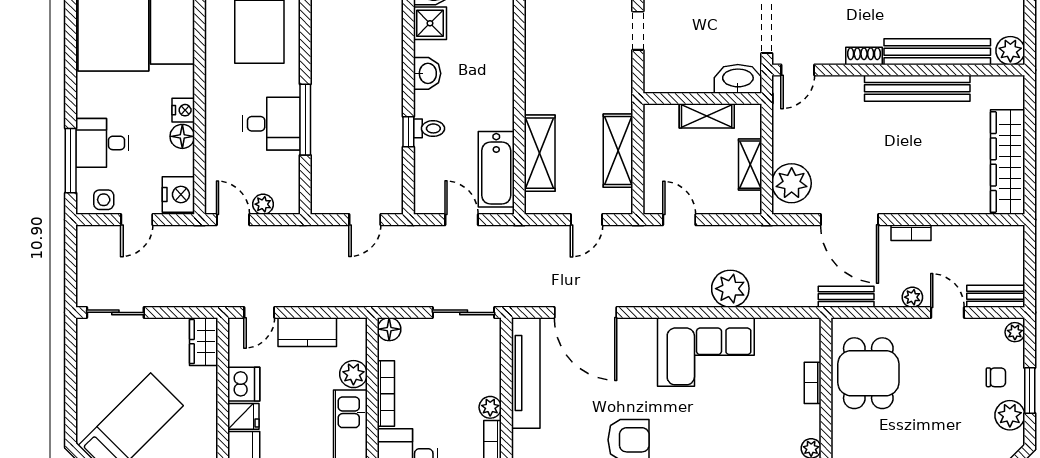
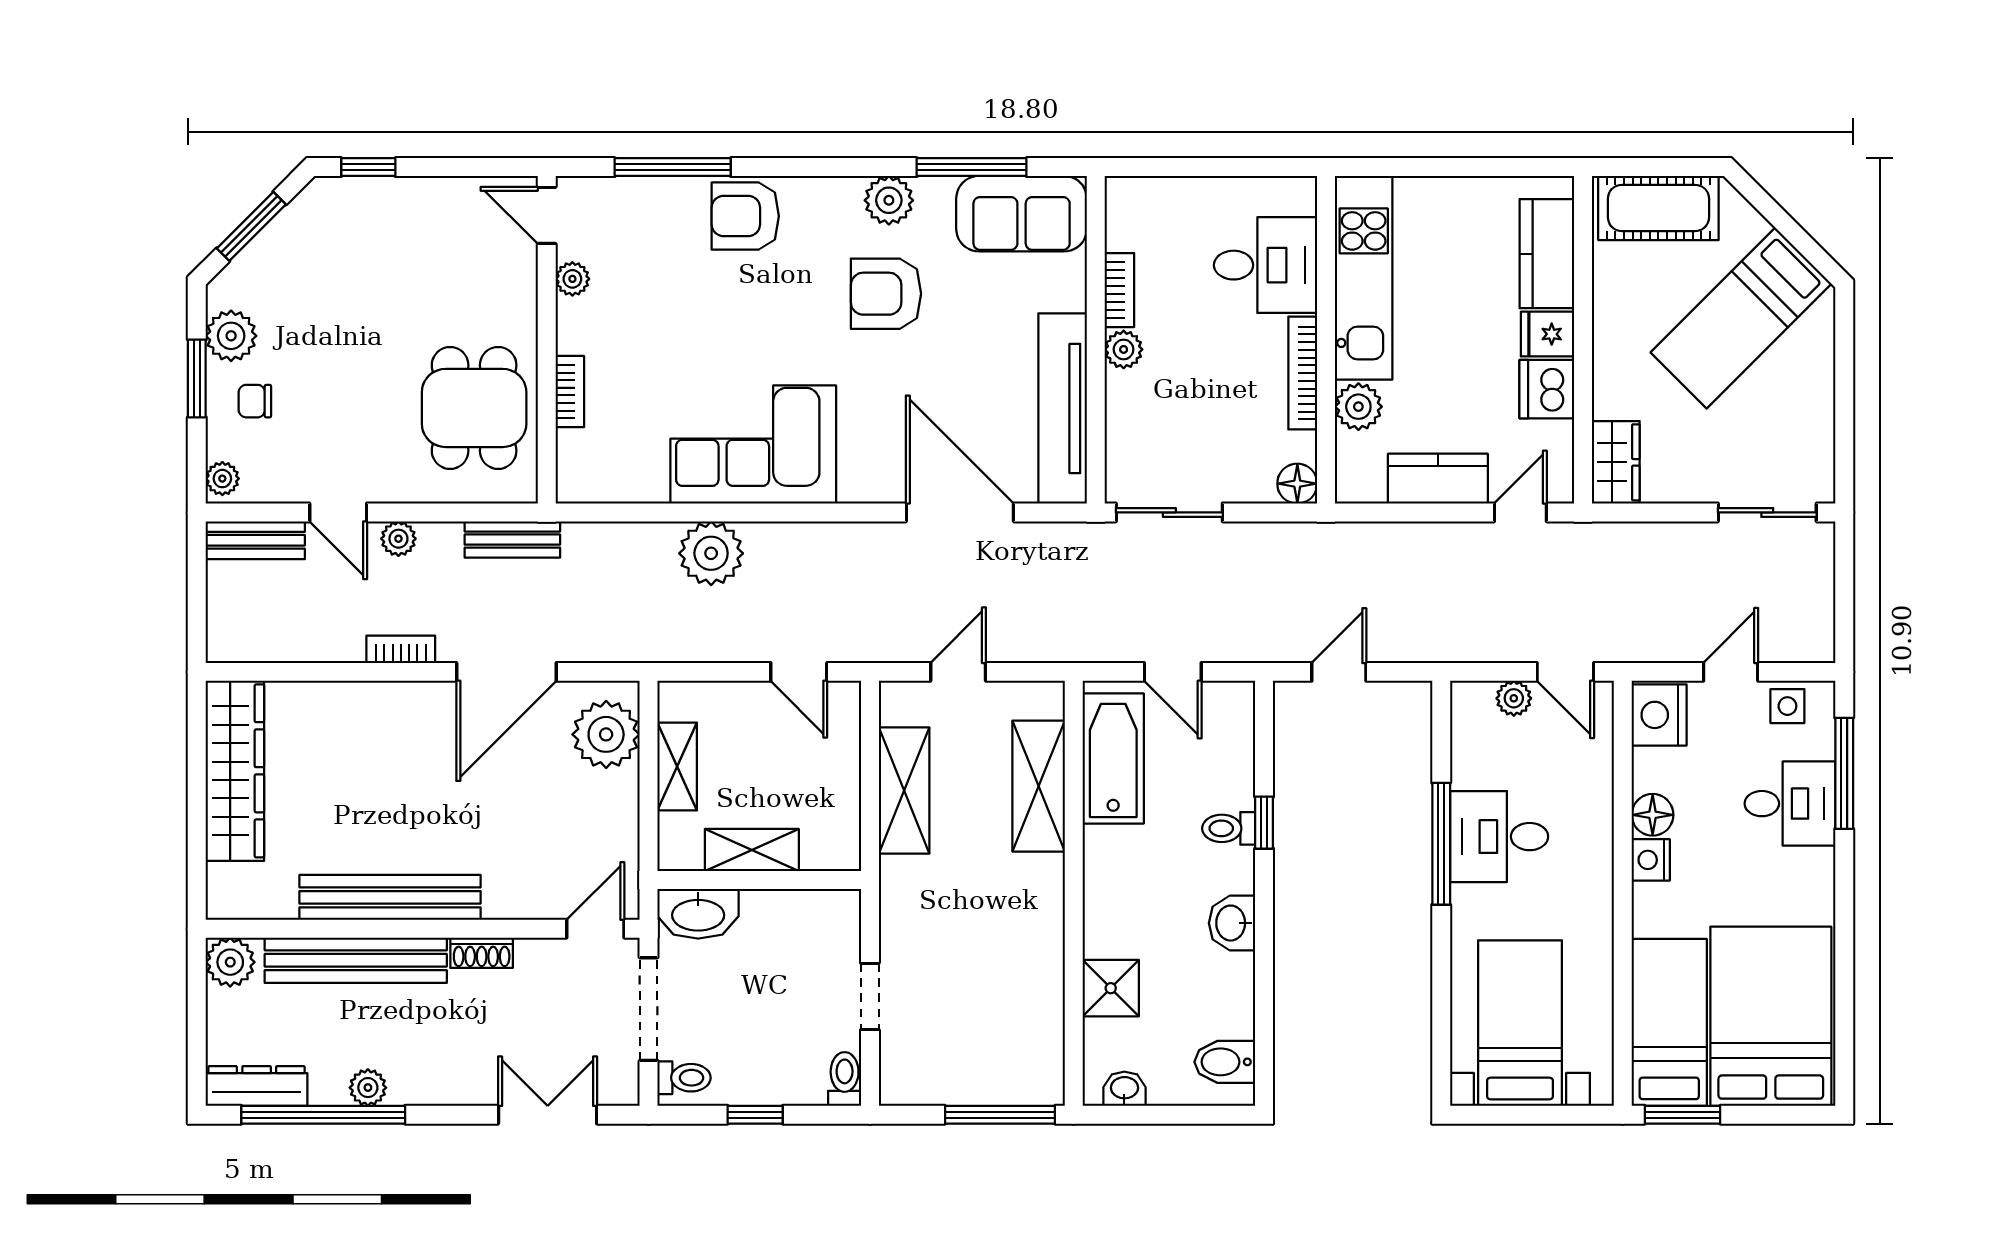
shower: (430, 23) -> (1111, 988), moved
door: (850, 220) -> (506, 672), swing flipped

